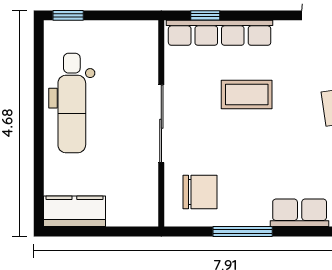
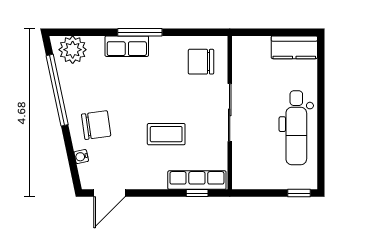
row of seats: (220, 33) -> (197, 180), width x0.73
dental chair: (72, 103) -> (296, 128), turned 180
window: (243, 232) -> (140, 32), moved

